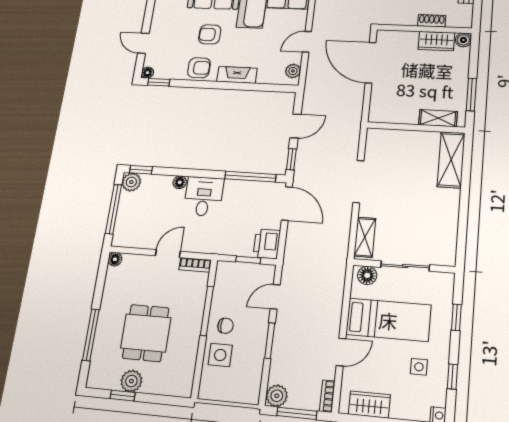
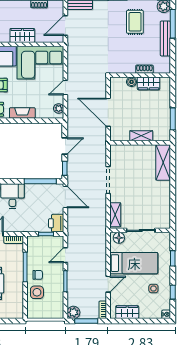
boiler: (463, 40) -> (132, 82), moved
door: (371, 63) -> (108, 112), moved
shelving: (438, 118) -> (141, 136), moved

